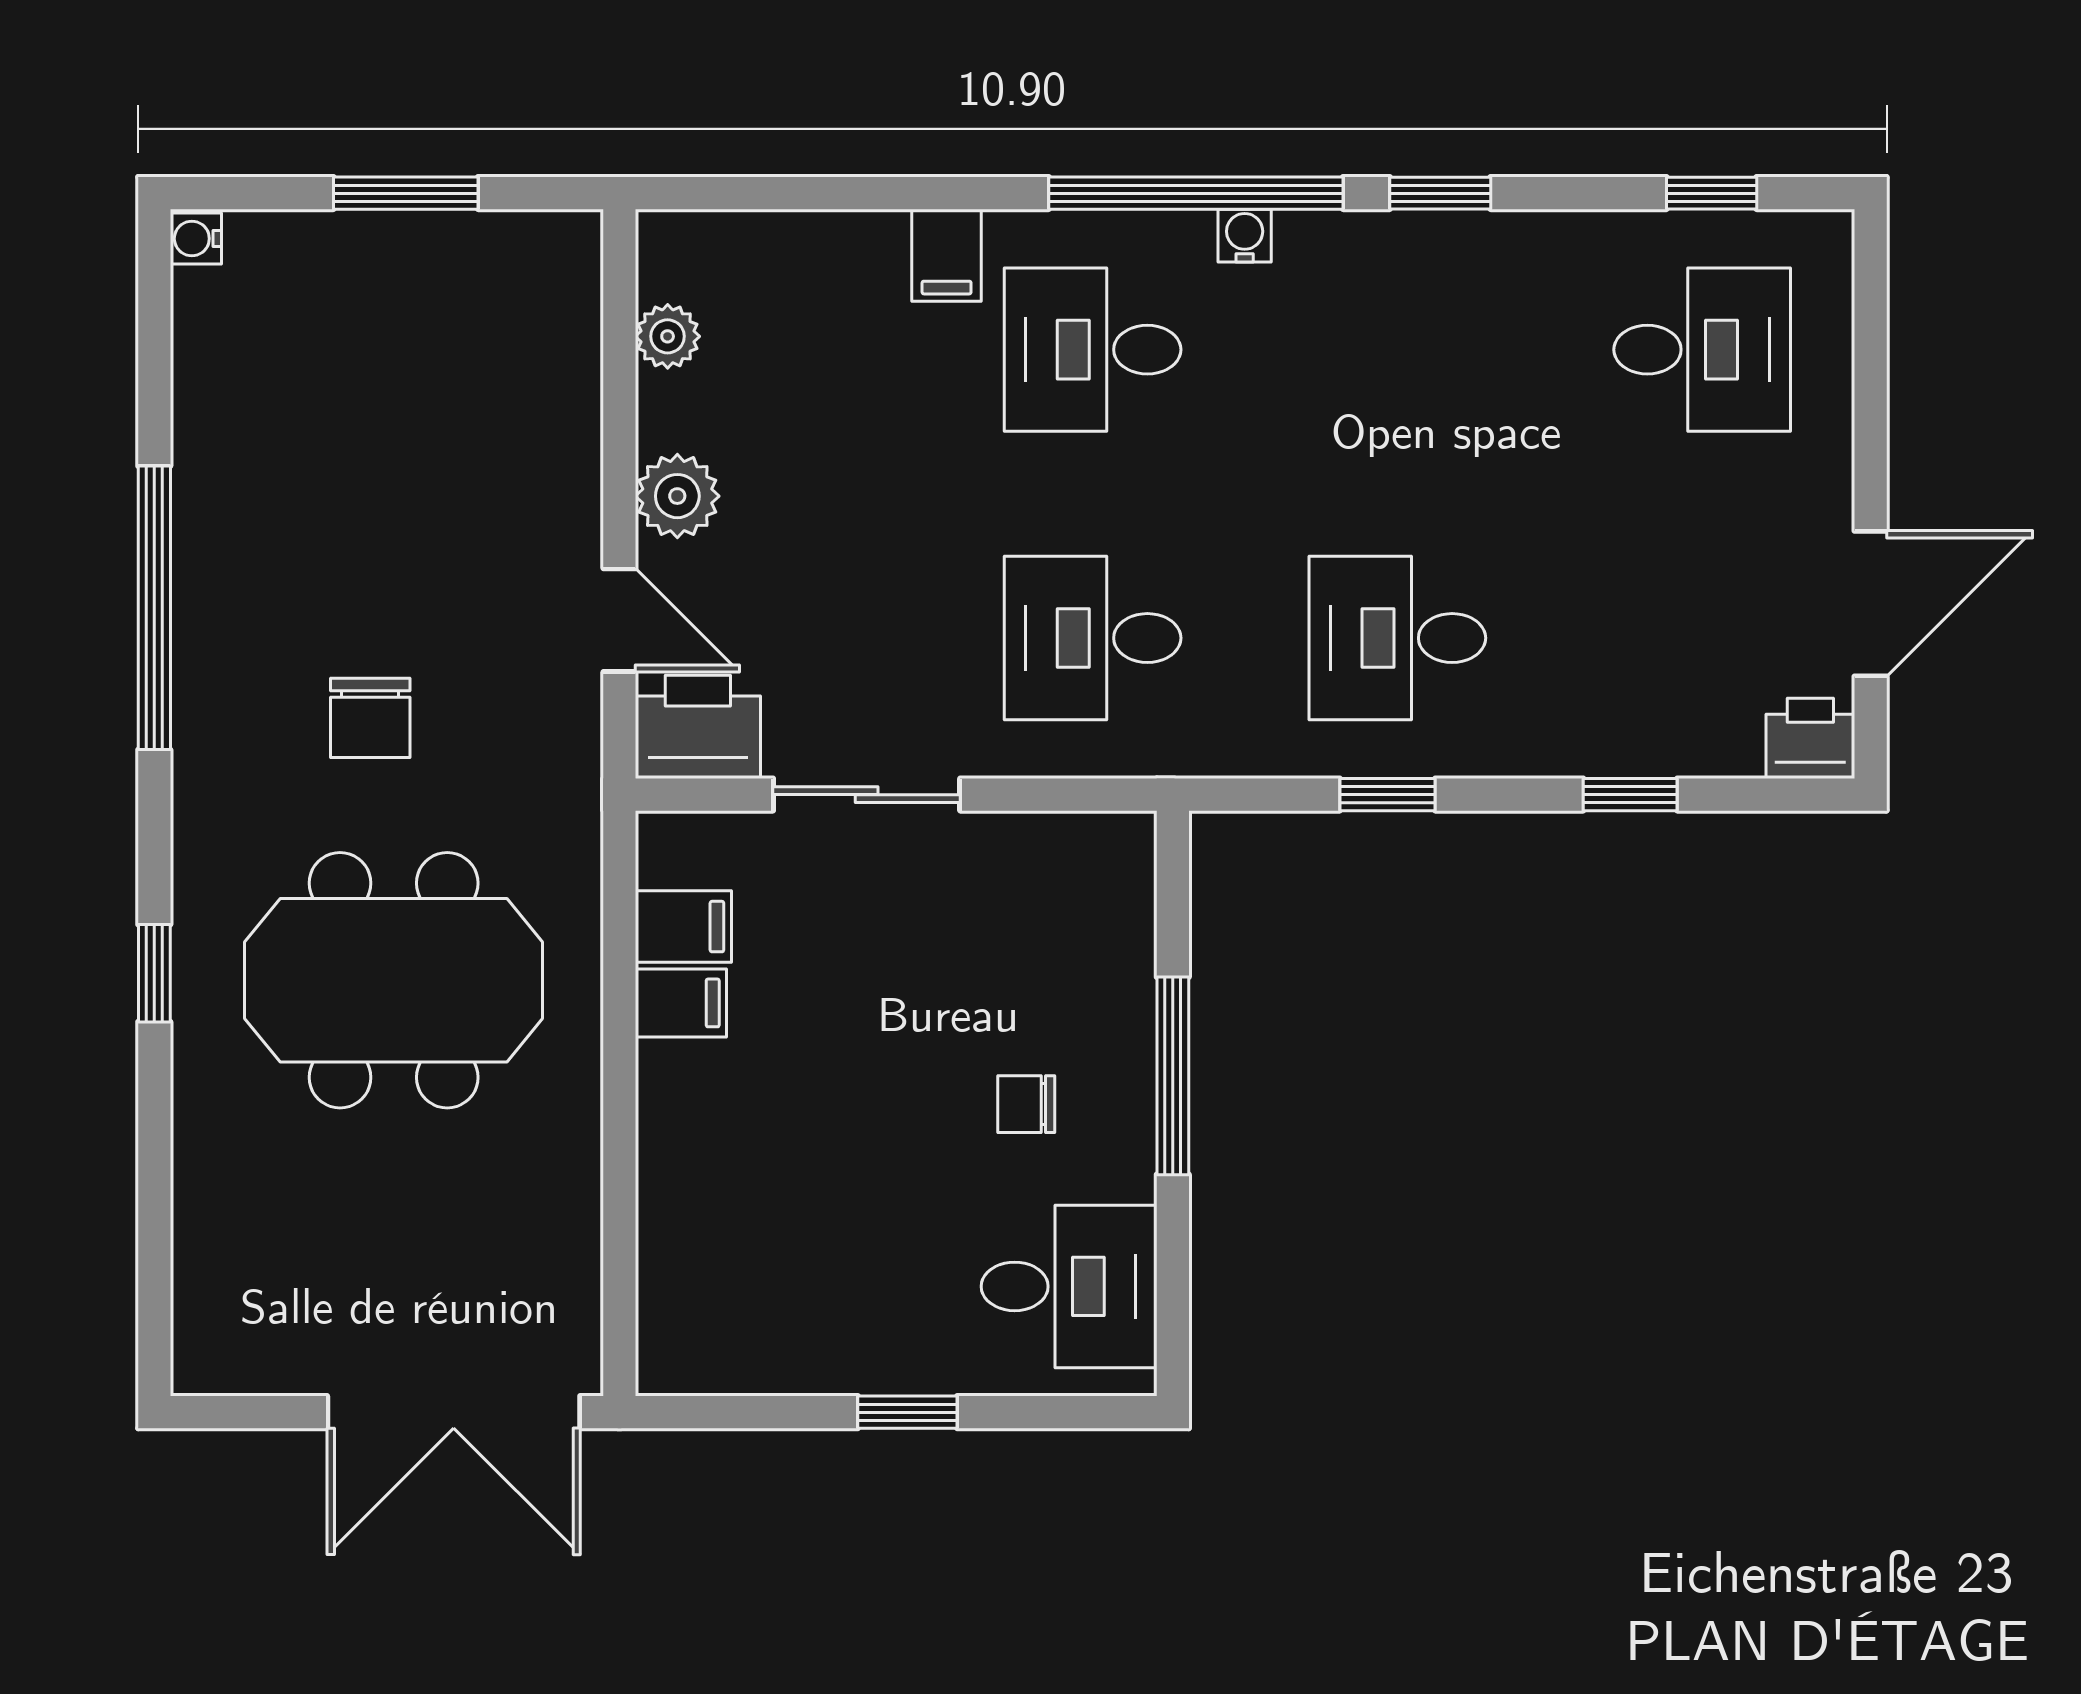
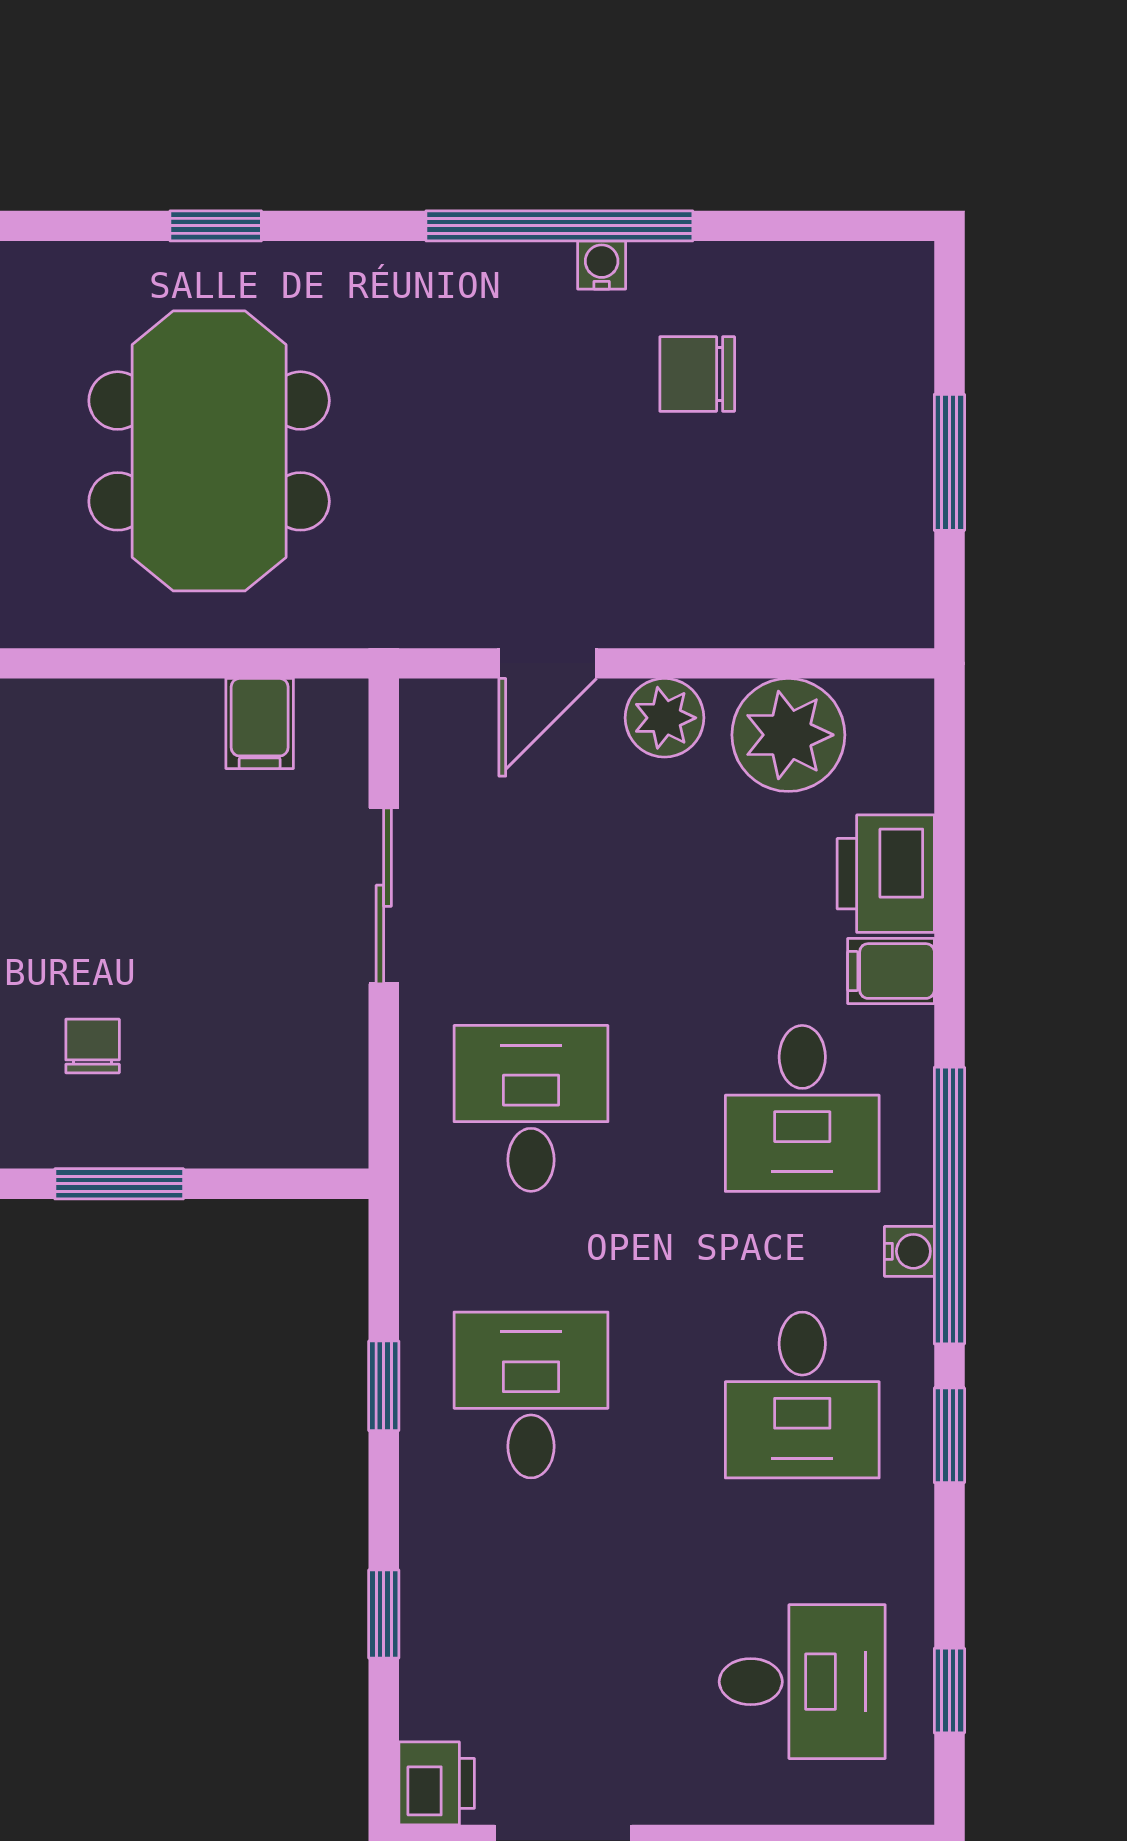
water cooler: (196, 239) -> (602, 265), moved
plant: (668, 336) -> (788, 735), width x1.88, depth x1.88
desk: (1093, 350) -> (802, 1108), turned 180
desk: (1397, 350) -> (802, 1395), added
desk: (1702, 350) -> (802, 1682), turned -90
chair: (370, 718) -> (697, 374), moved
printer: (698, 727) -> (886, 874), moved, turned 180
filing cabinet: (681, 1003) -> (188, 721), removed
window: (1173, 1076) -> (119, 1184), width x0.69

